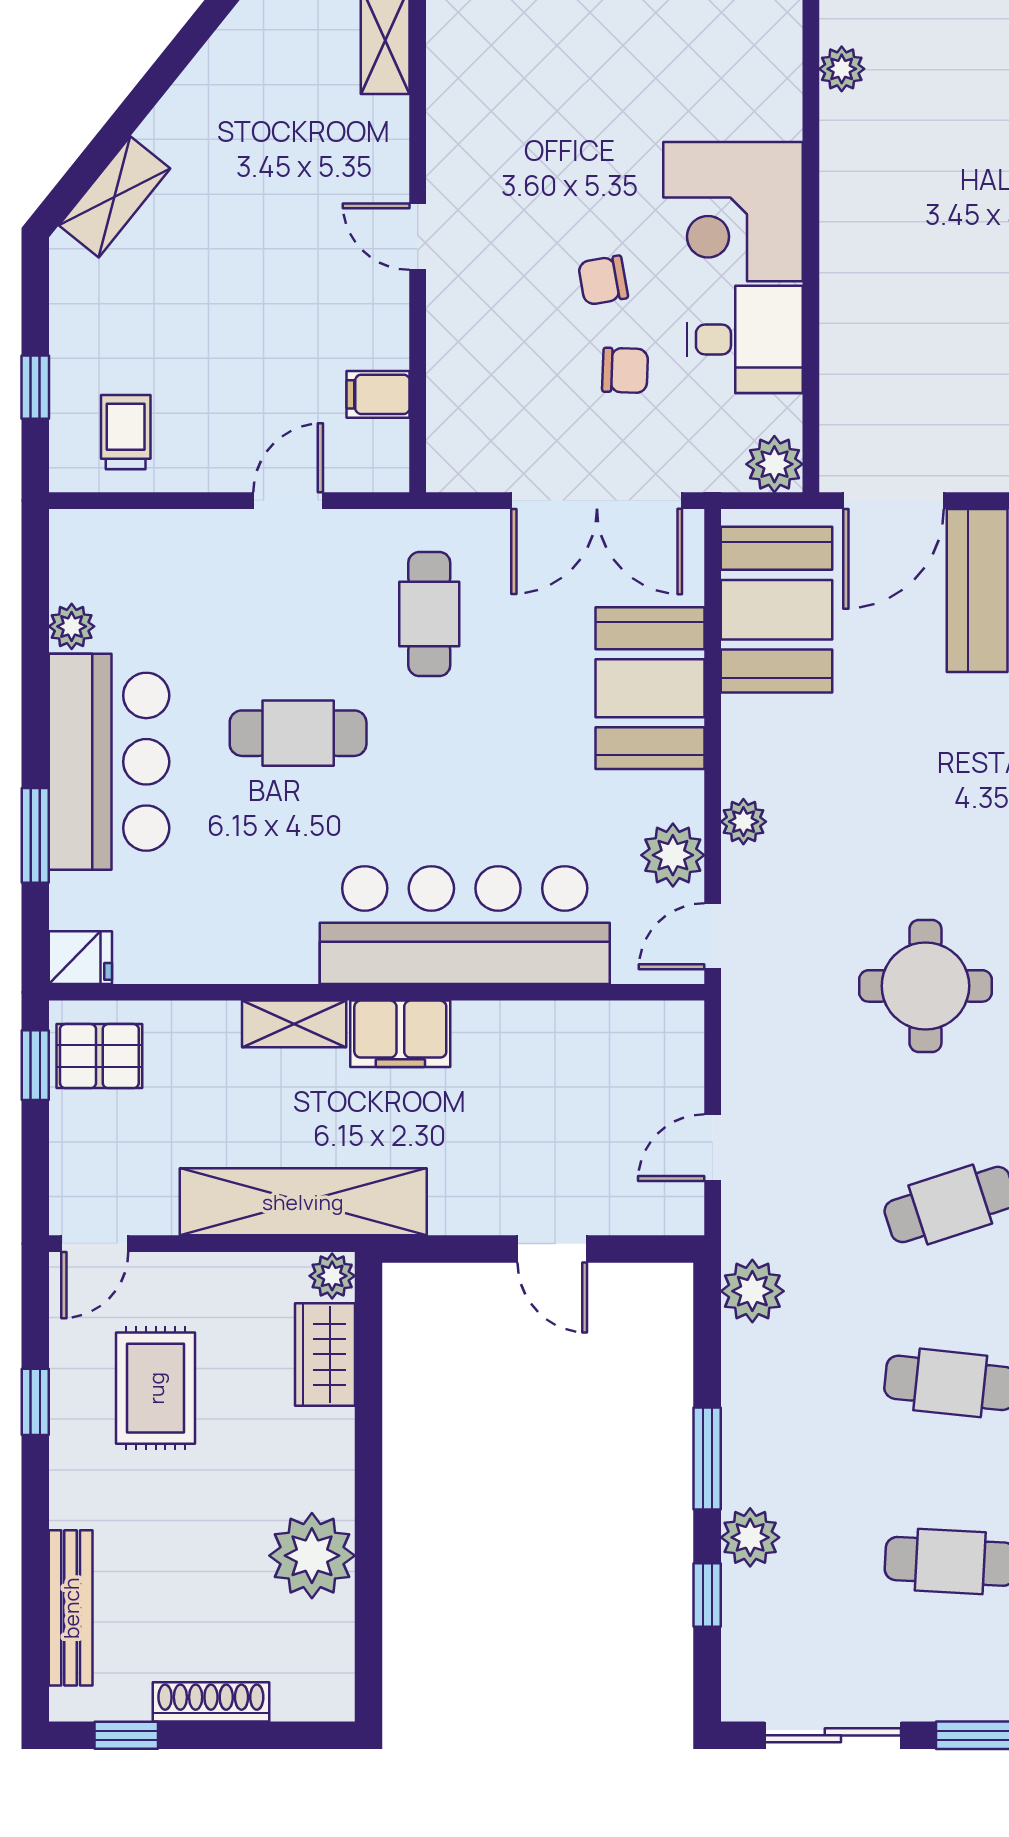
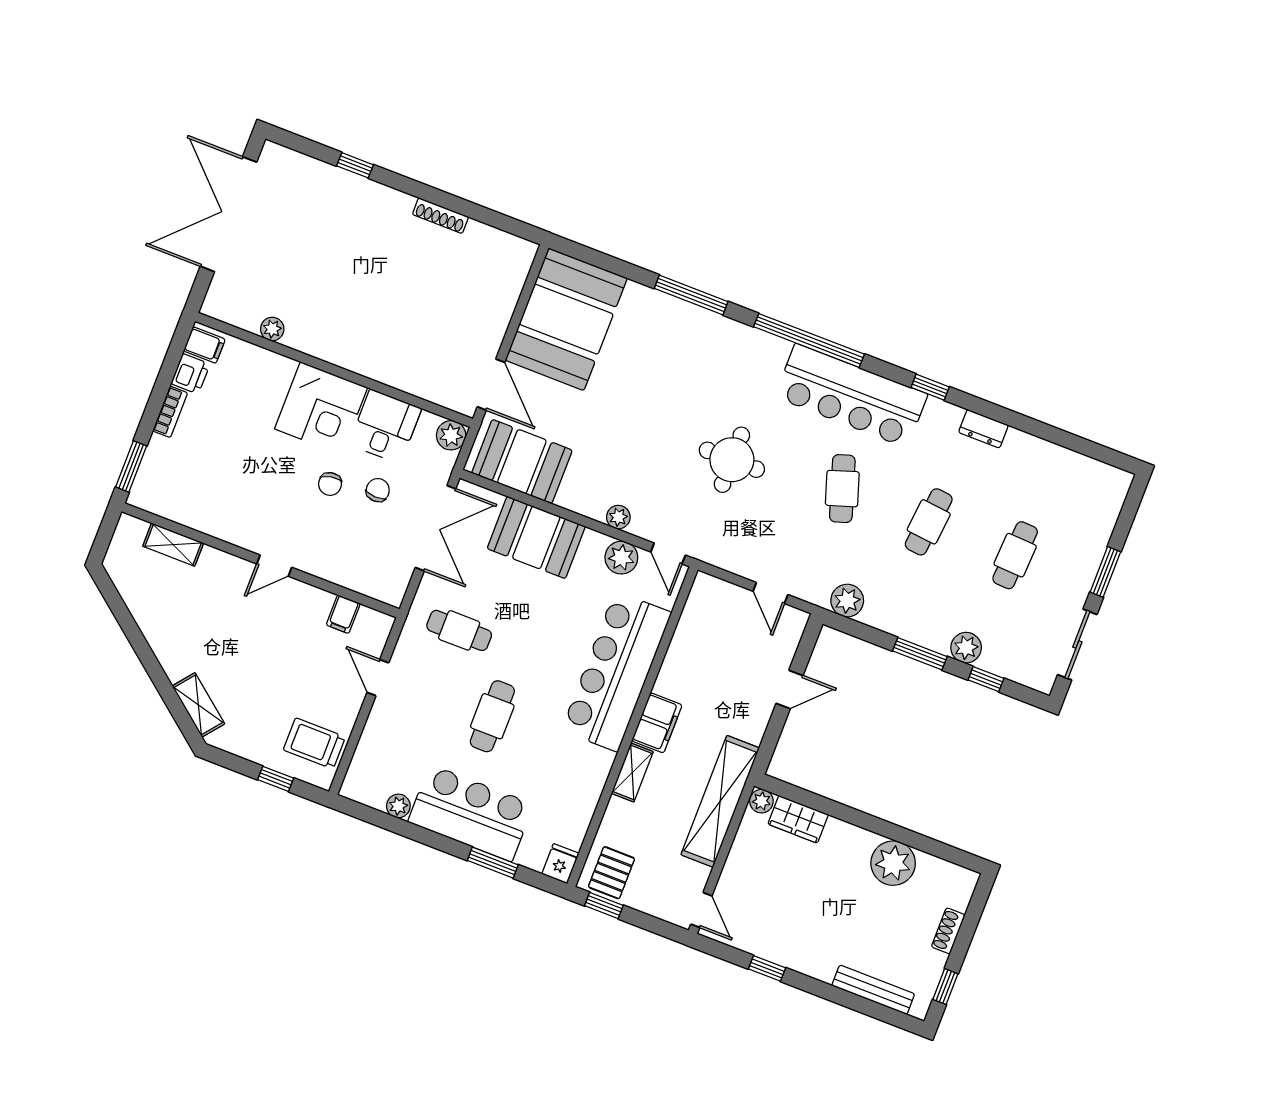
trolley: (126, 432) -> (314, 743), width x1.36, depth x1.39
rug: (156, 1388) -> (783, 908), removed
shoe rack: (211, 1702) -> (948, 931), width x0.70

